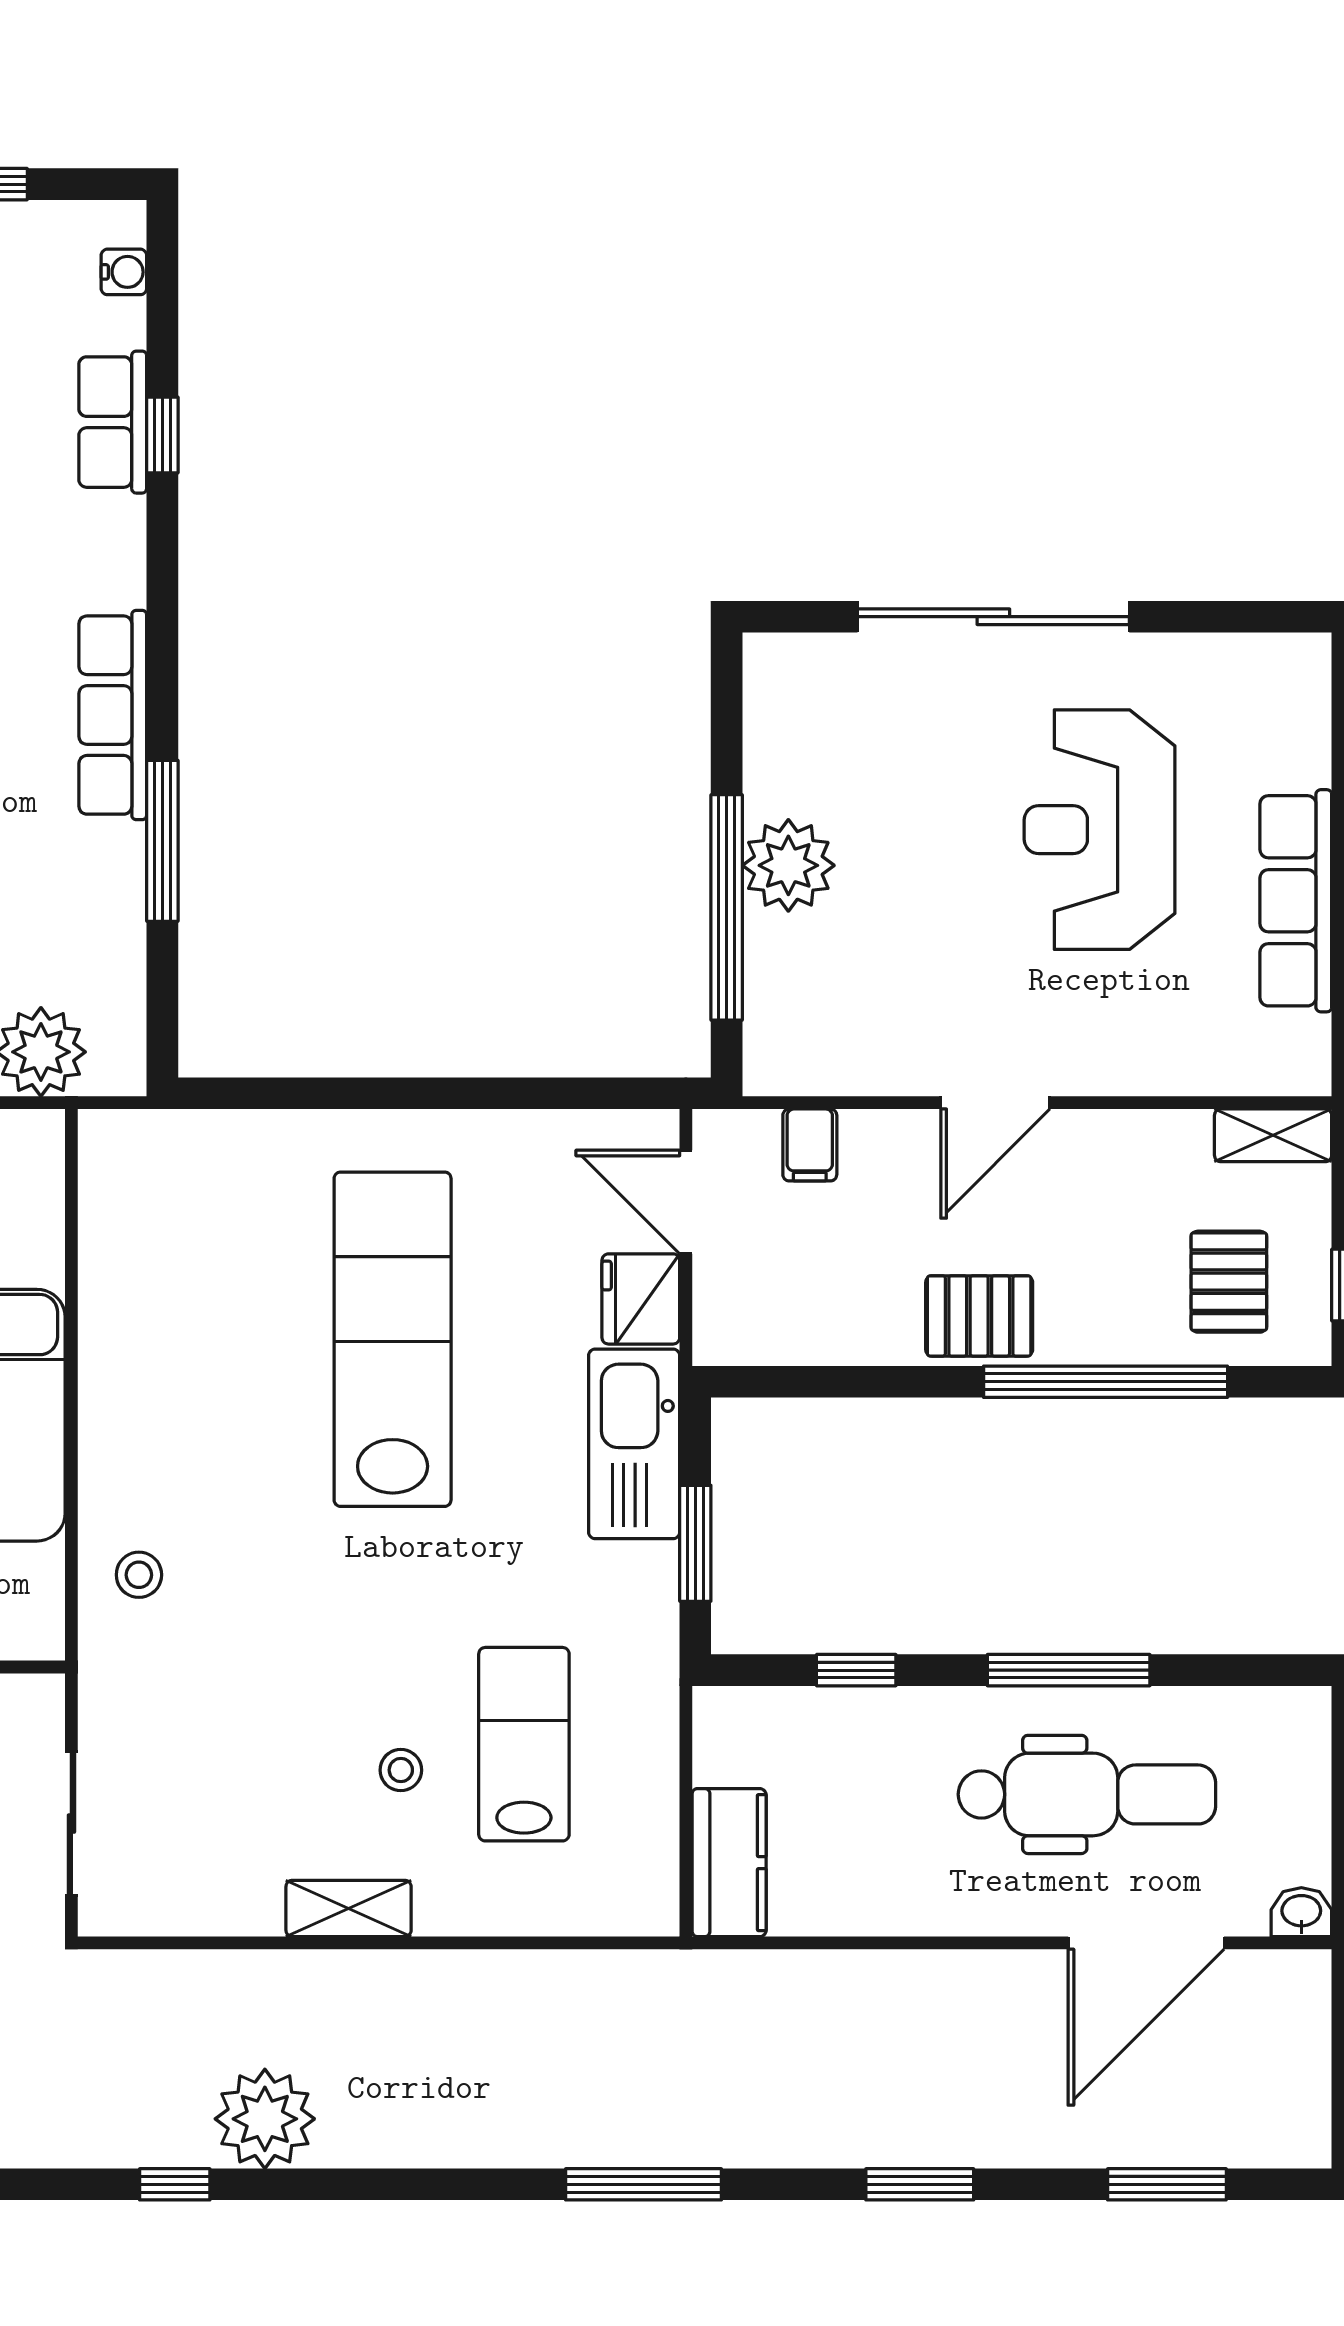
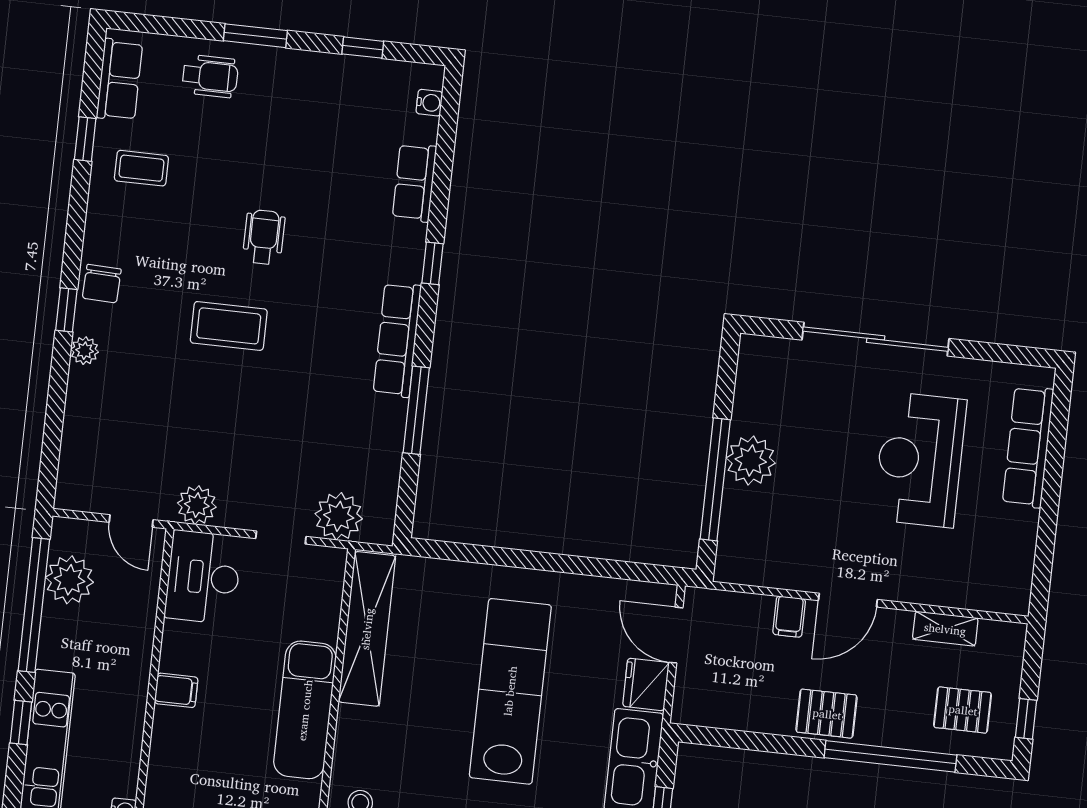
window: (162, 435) -> (433, 263), moved
row of seats: (1296, 901) -> (1028, 447), moved
shelving: (1273, 1135) -> (945, 629), moved
filing cabinet: (810, 1145) -> (789, 617), moved
shelving: (116, 1253) -> (367, 629), added
pallet: (1229, 1282) -> (963, 710), turned 90

